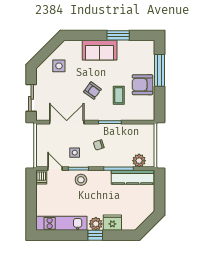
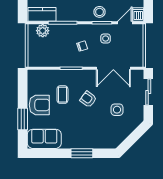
window: (118, 35) -> (82, 153), moved
sofa: (100, 50) -> (44, 139), moved
side table: (59, 66) -> (117, 110), moved
window: (159, 70) -> (23, 119), width x0.69
door: (55, 169) -> (125, 23), swing flipped
kitchen counter: (133, 177) -> (42, 14), width x0.67

